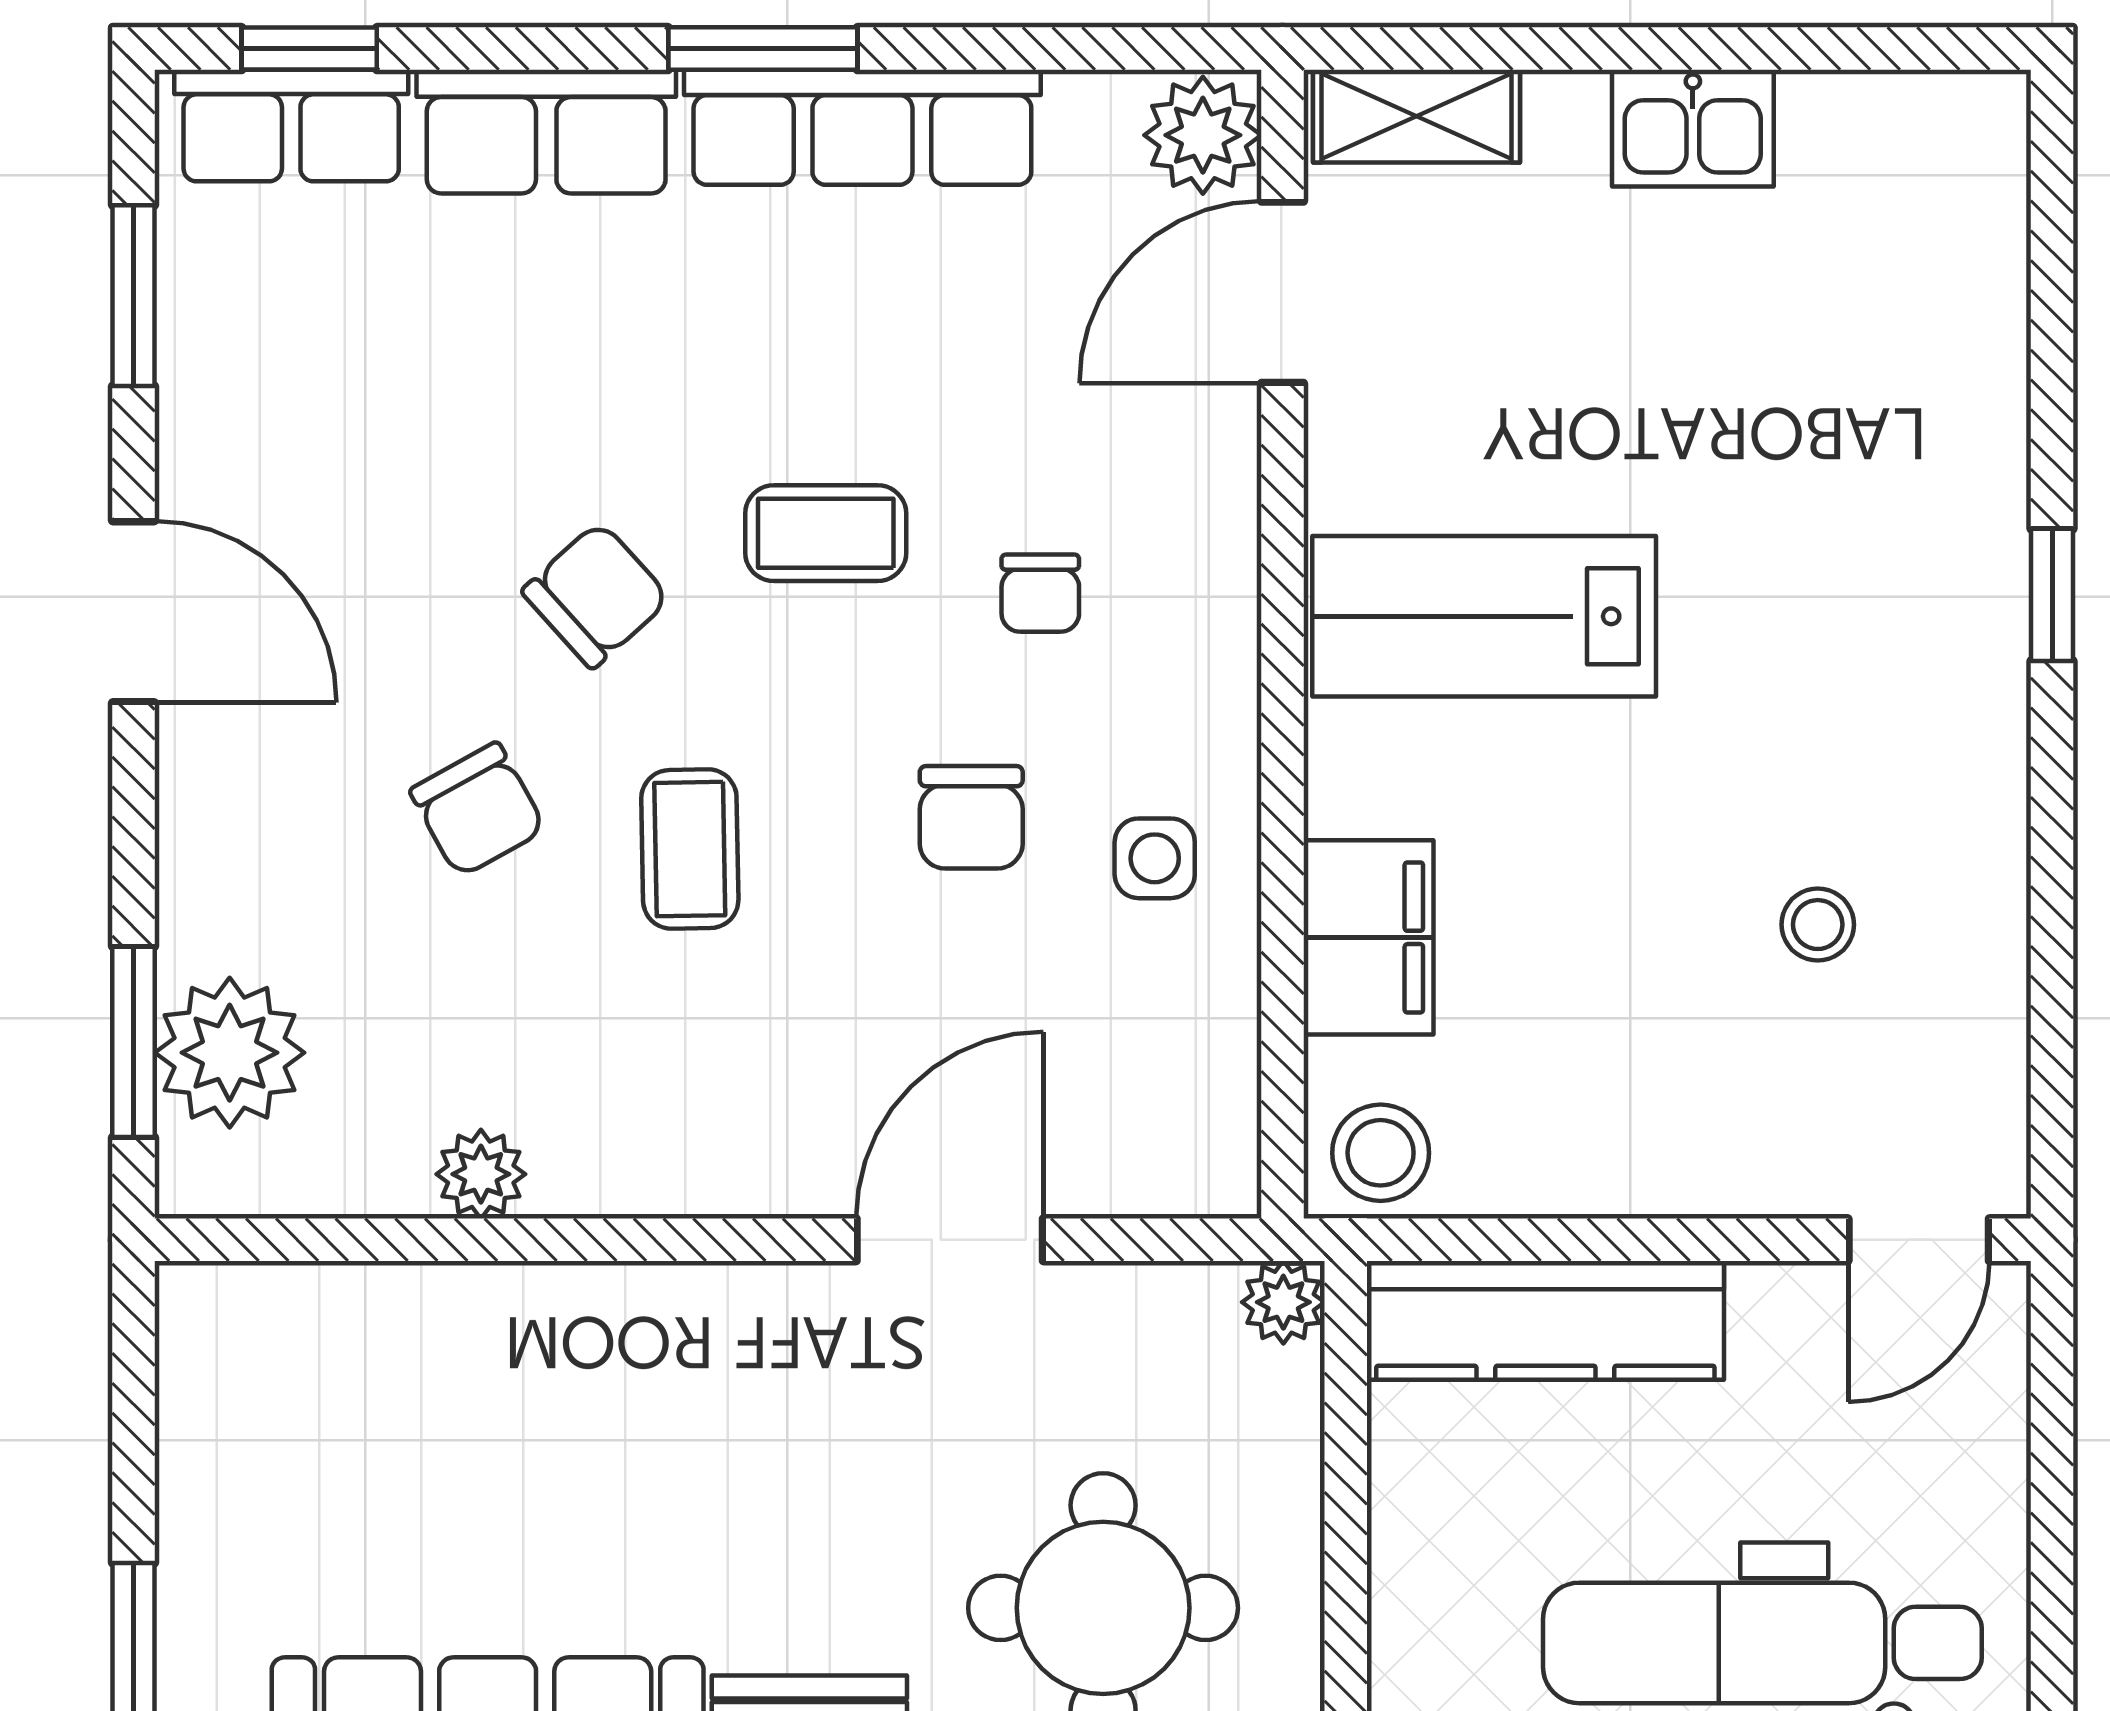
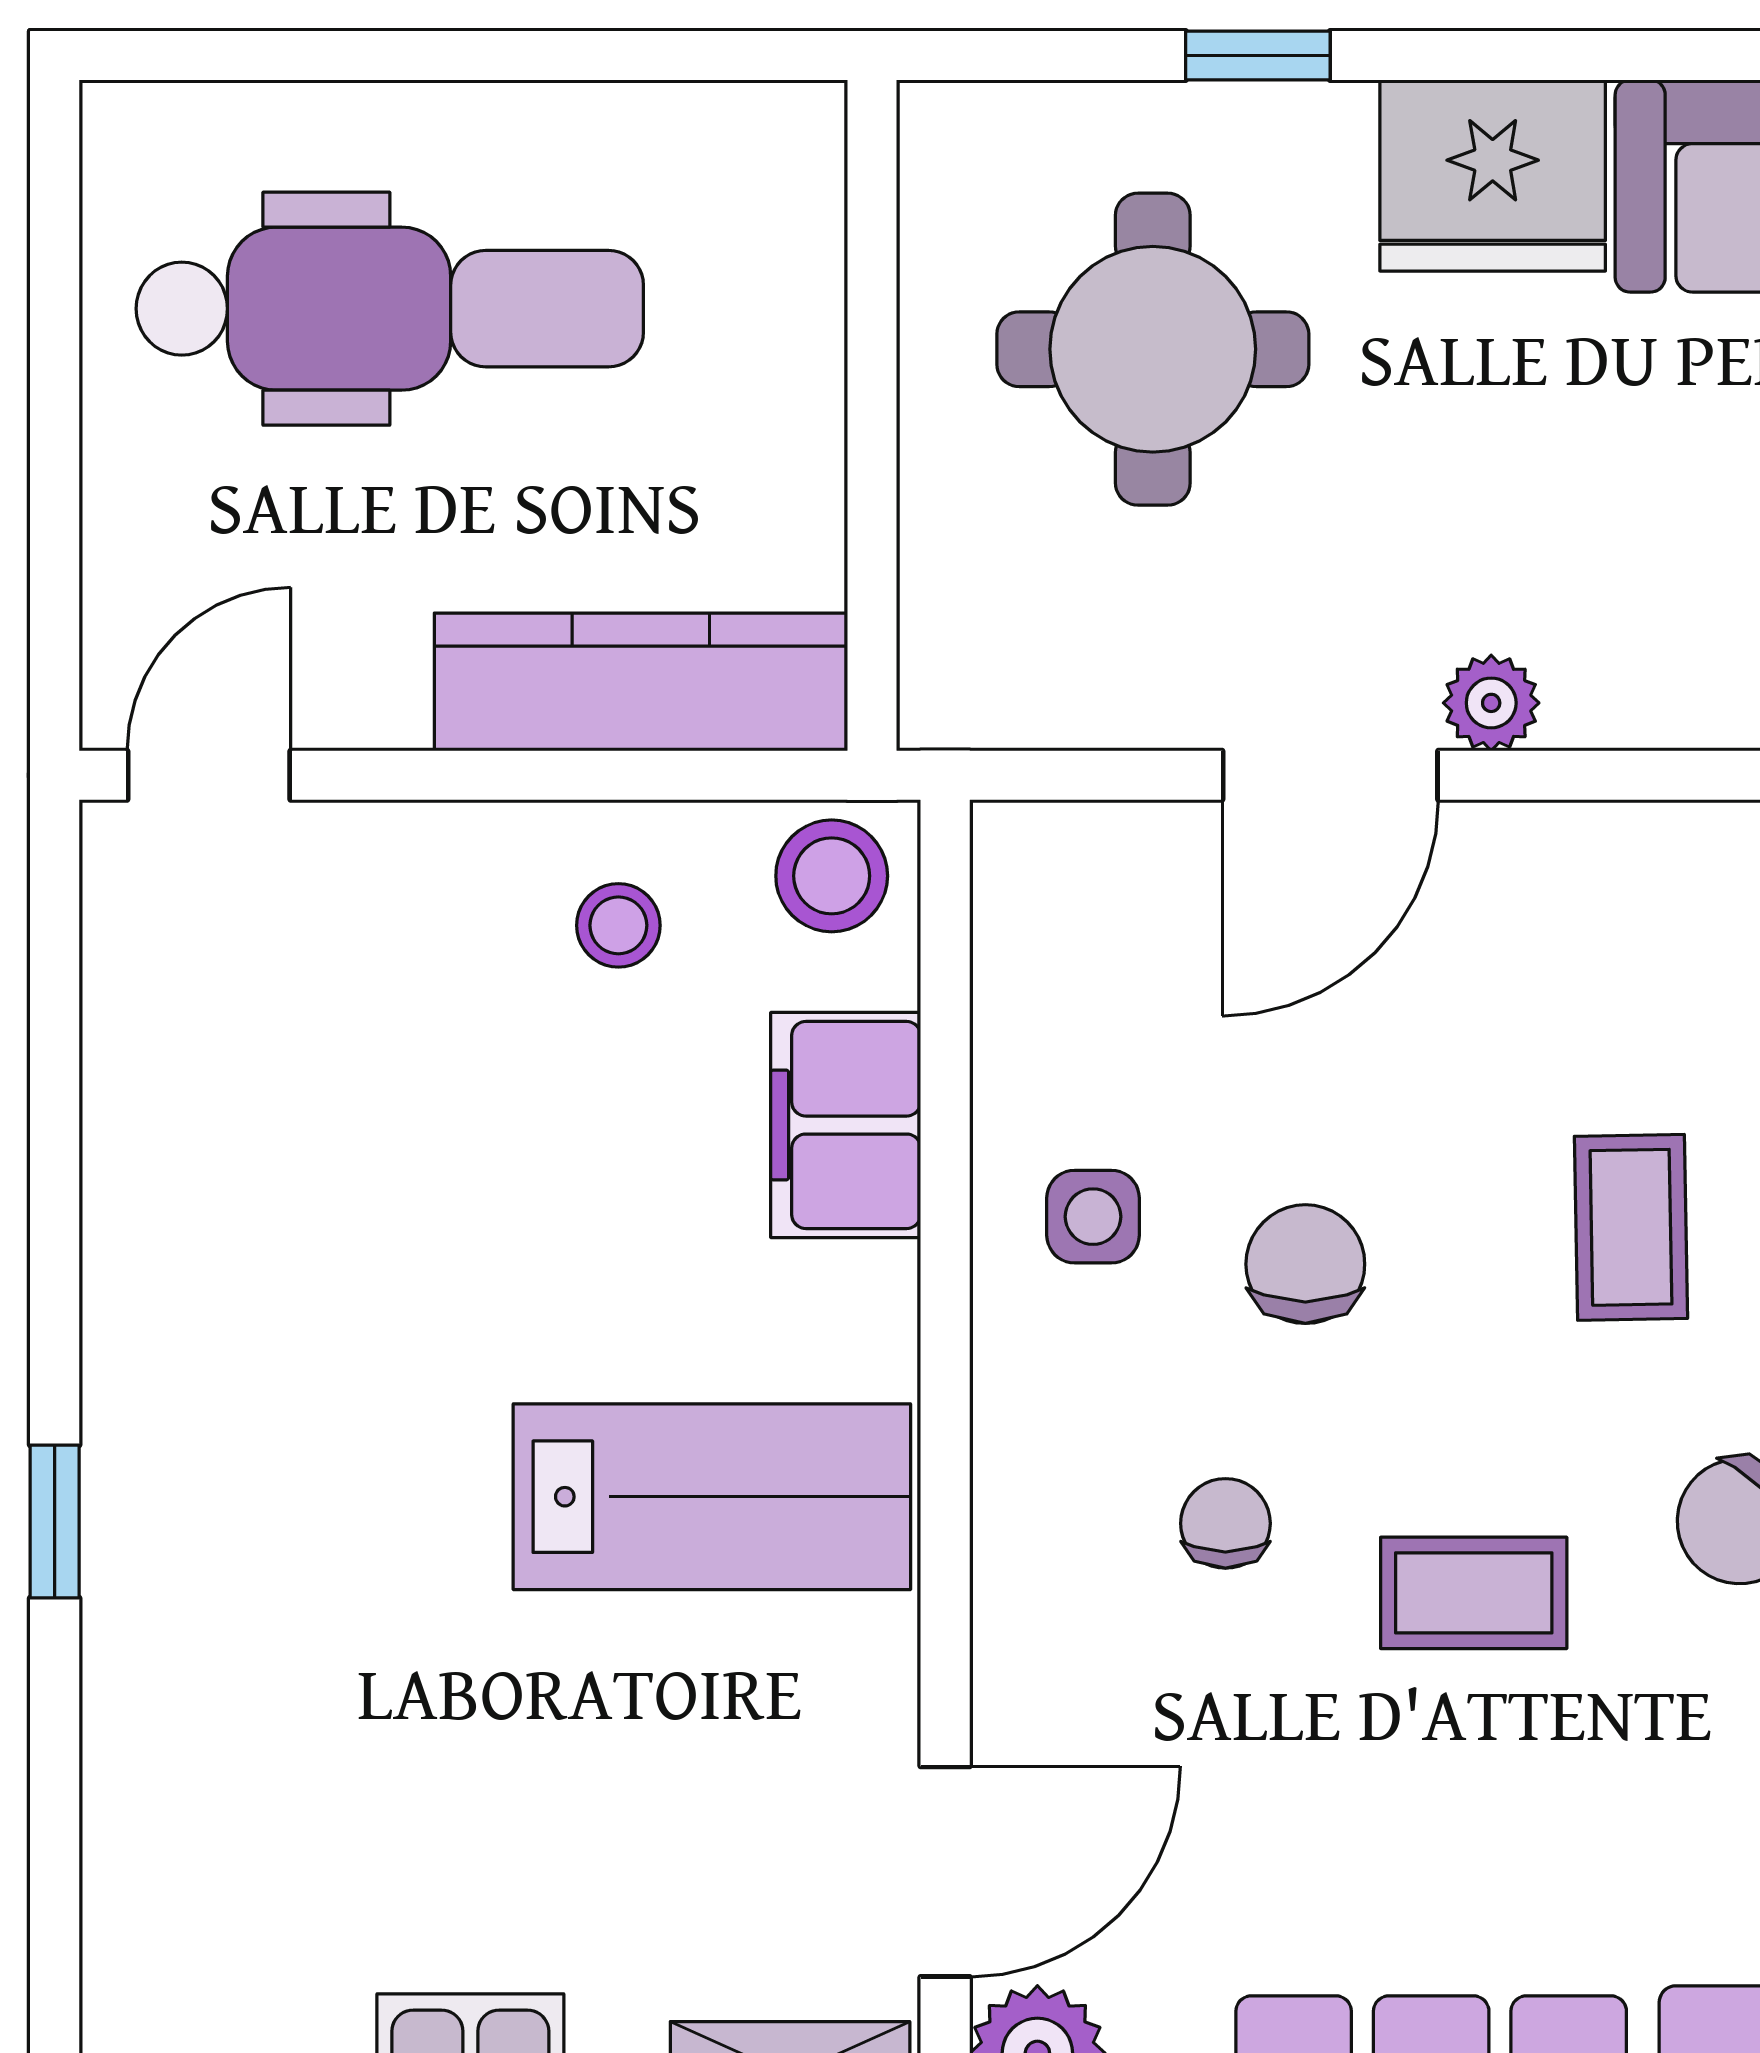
stool: (1818, 925) -> (618, 925), moved
plant: (1283, 1302) -> (1491, 703), moved

